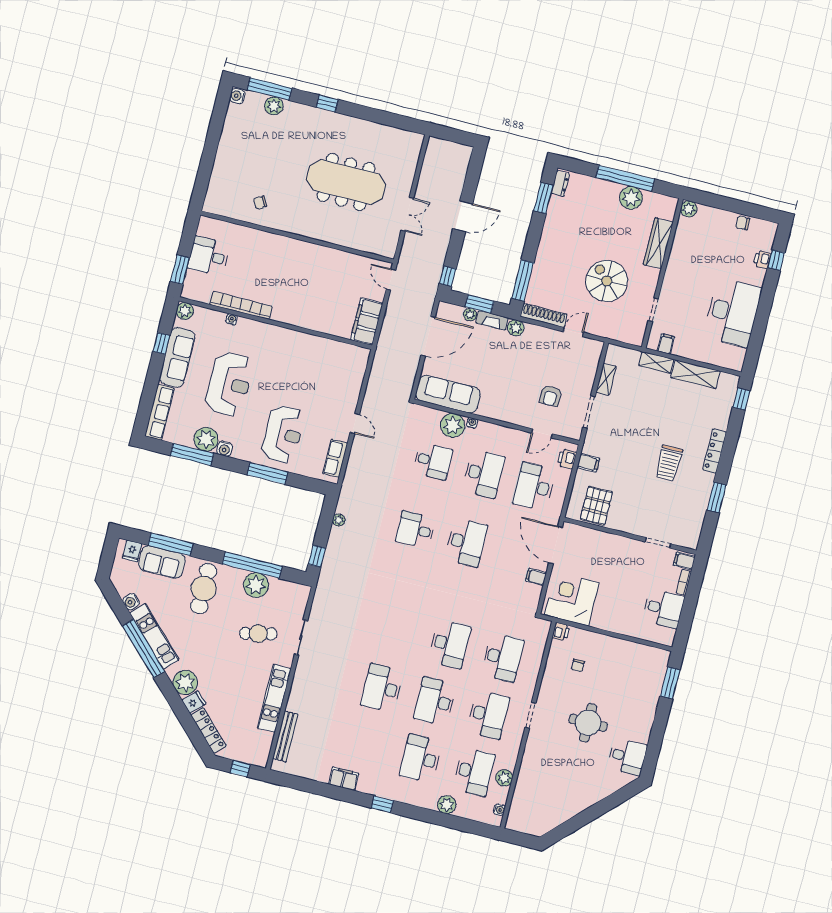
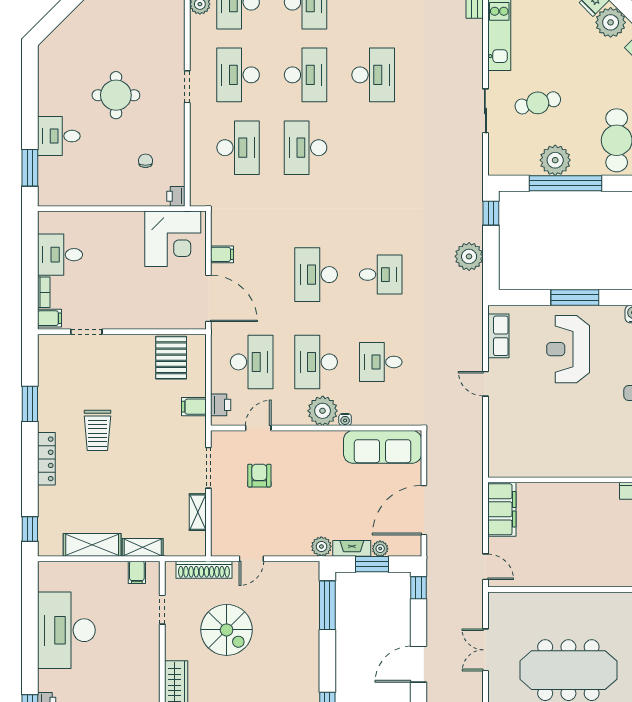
shoe rack: (544, 315) -> (204, 570), moved
plant: (453, 425) -> (323, 411), moved
trolley: (669, 463) -> (97, 430), turned 180
plant: (339, 520) -> (469, 256), width x1.88, depth x1.88
desk: (503, 657) -> (238, 148), turned 180
desk: (627, 757) -> (59, 136), moved

